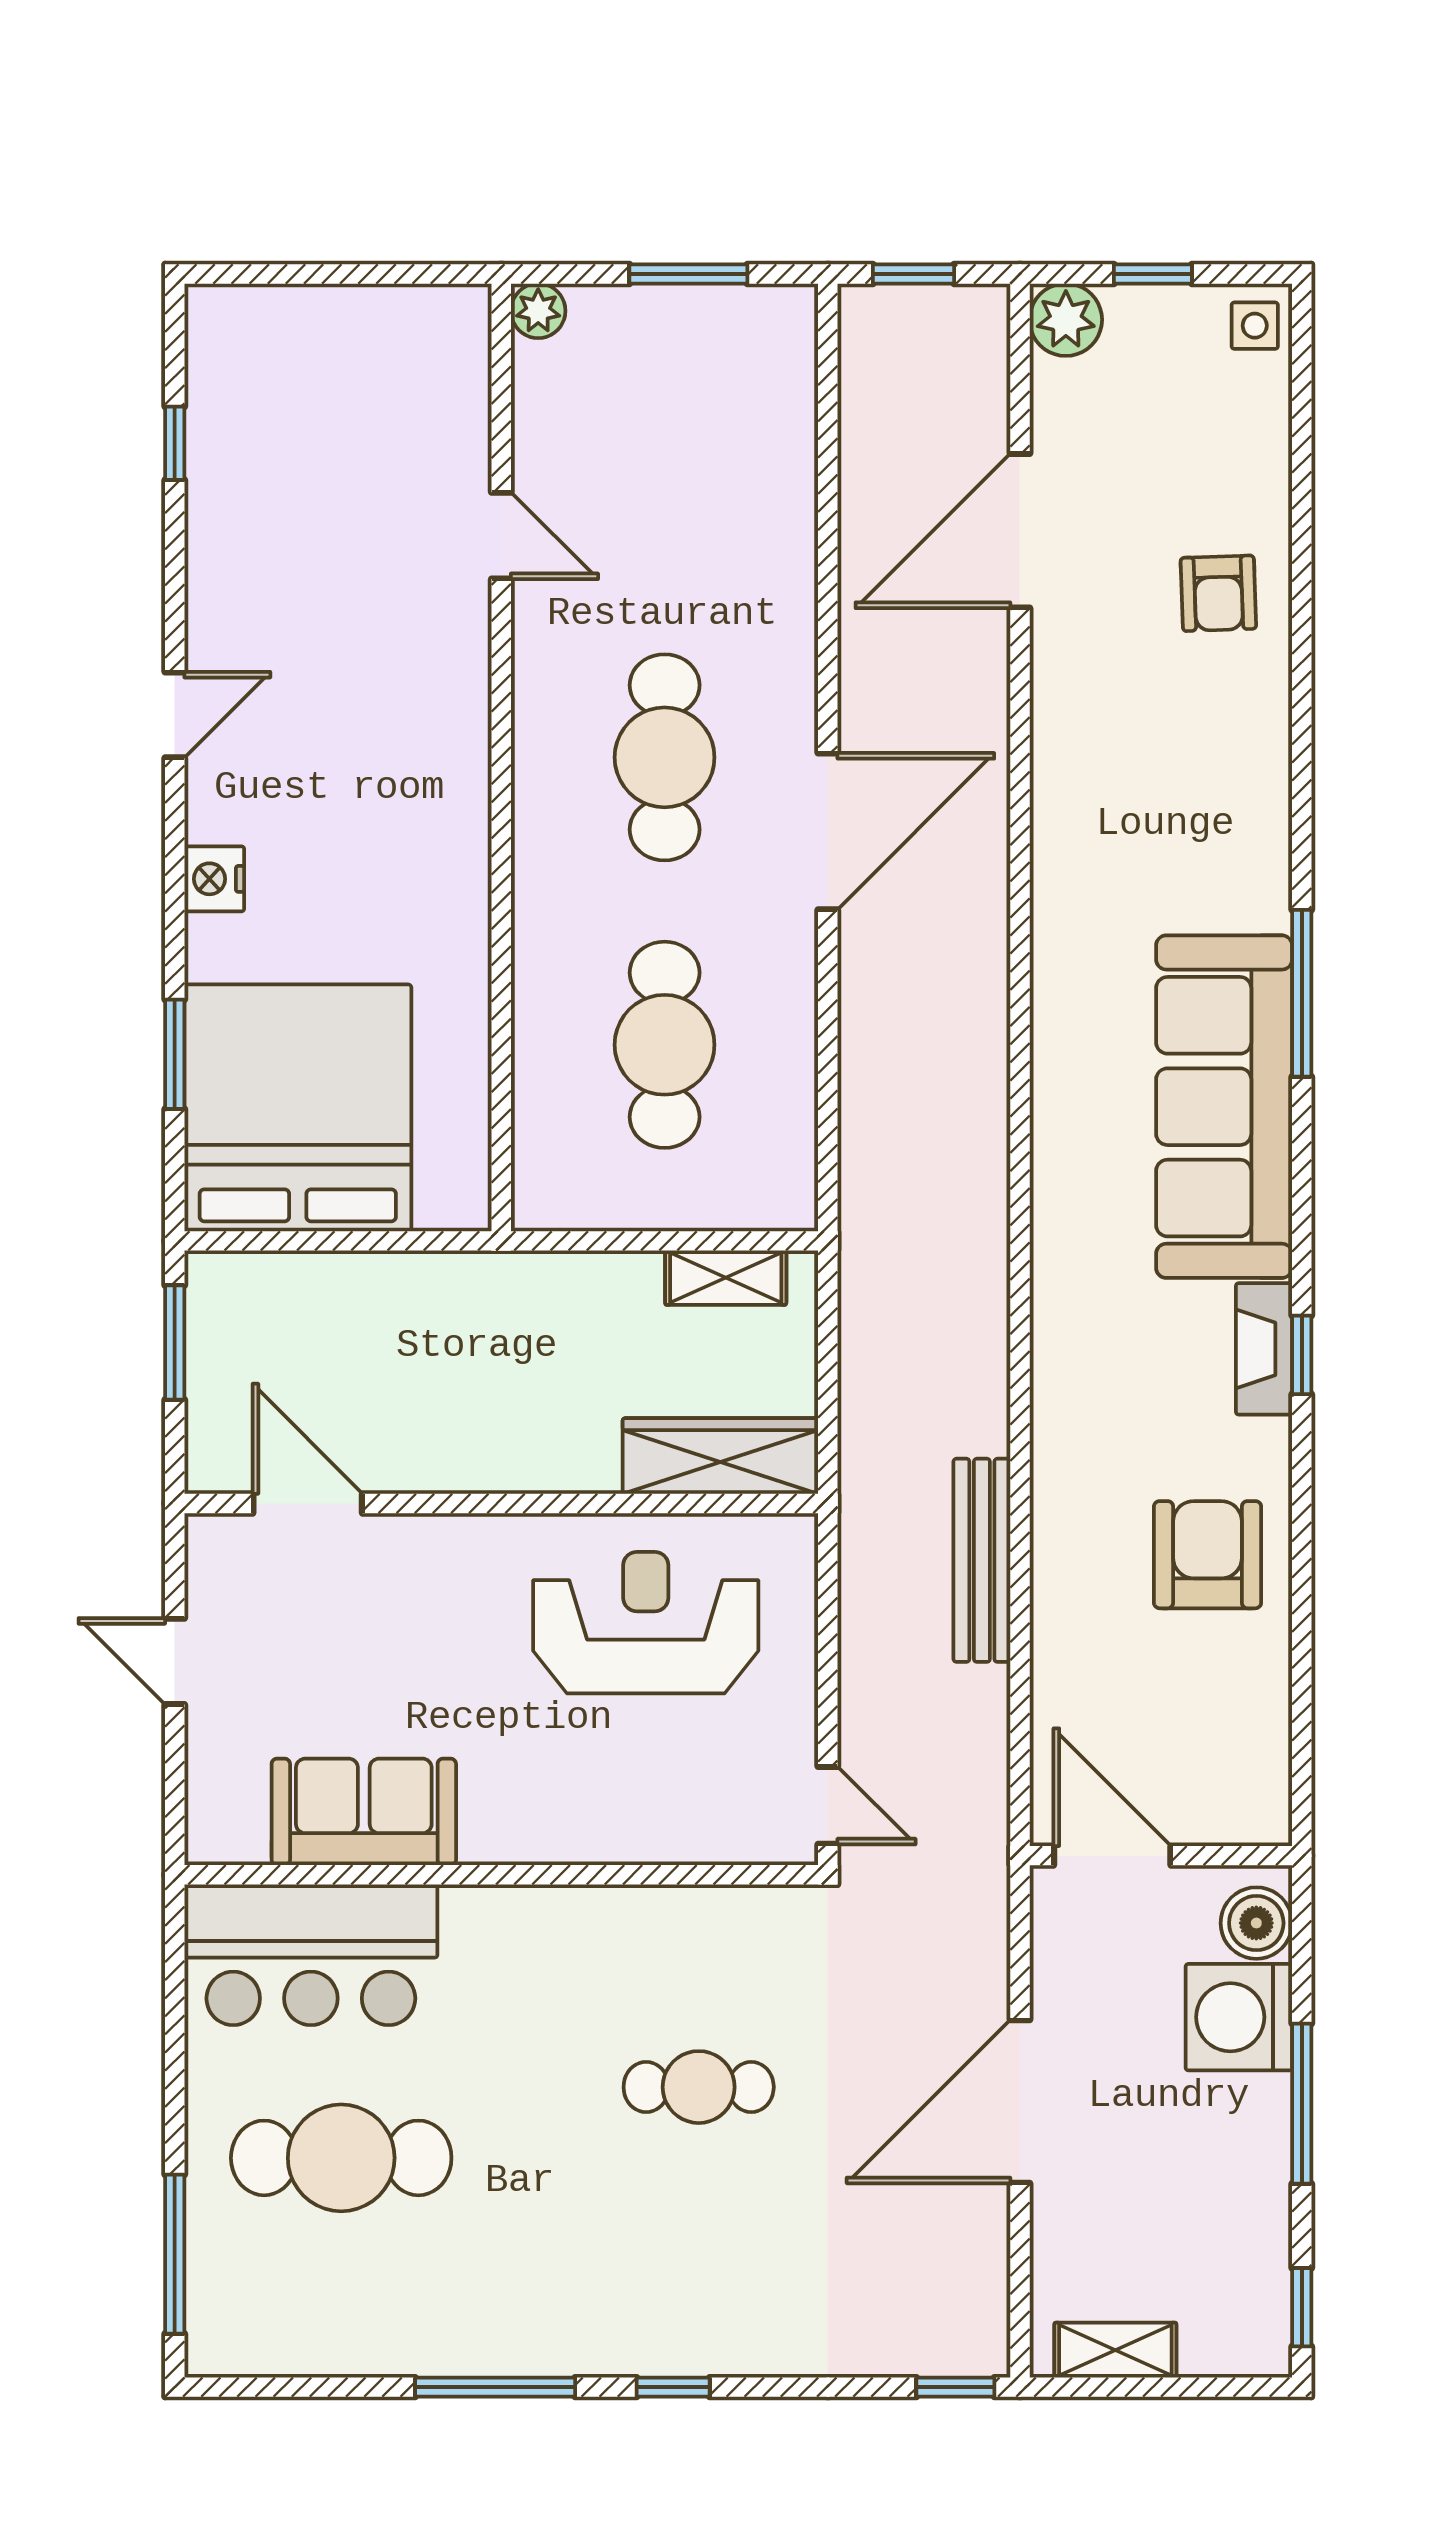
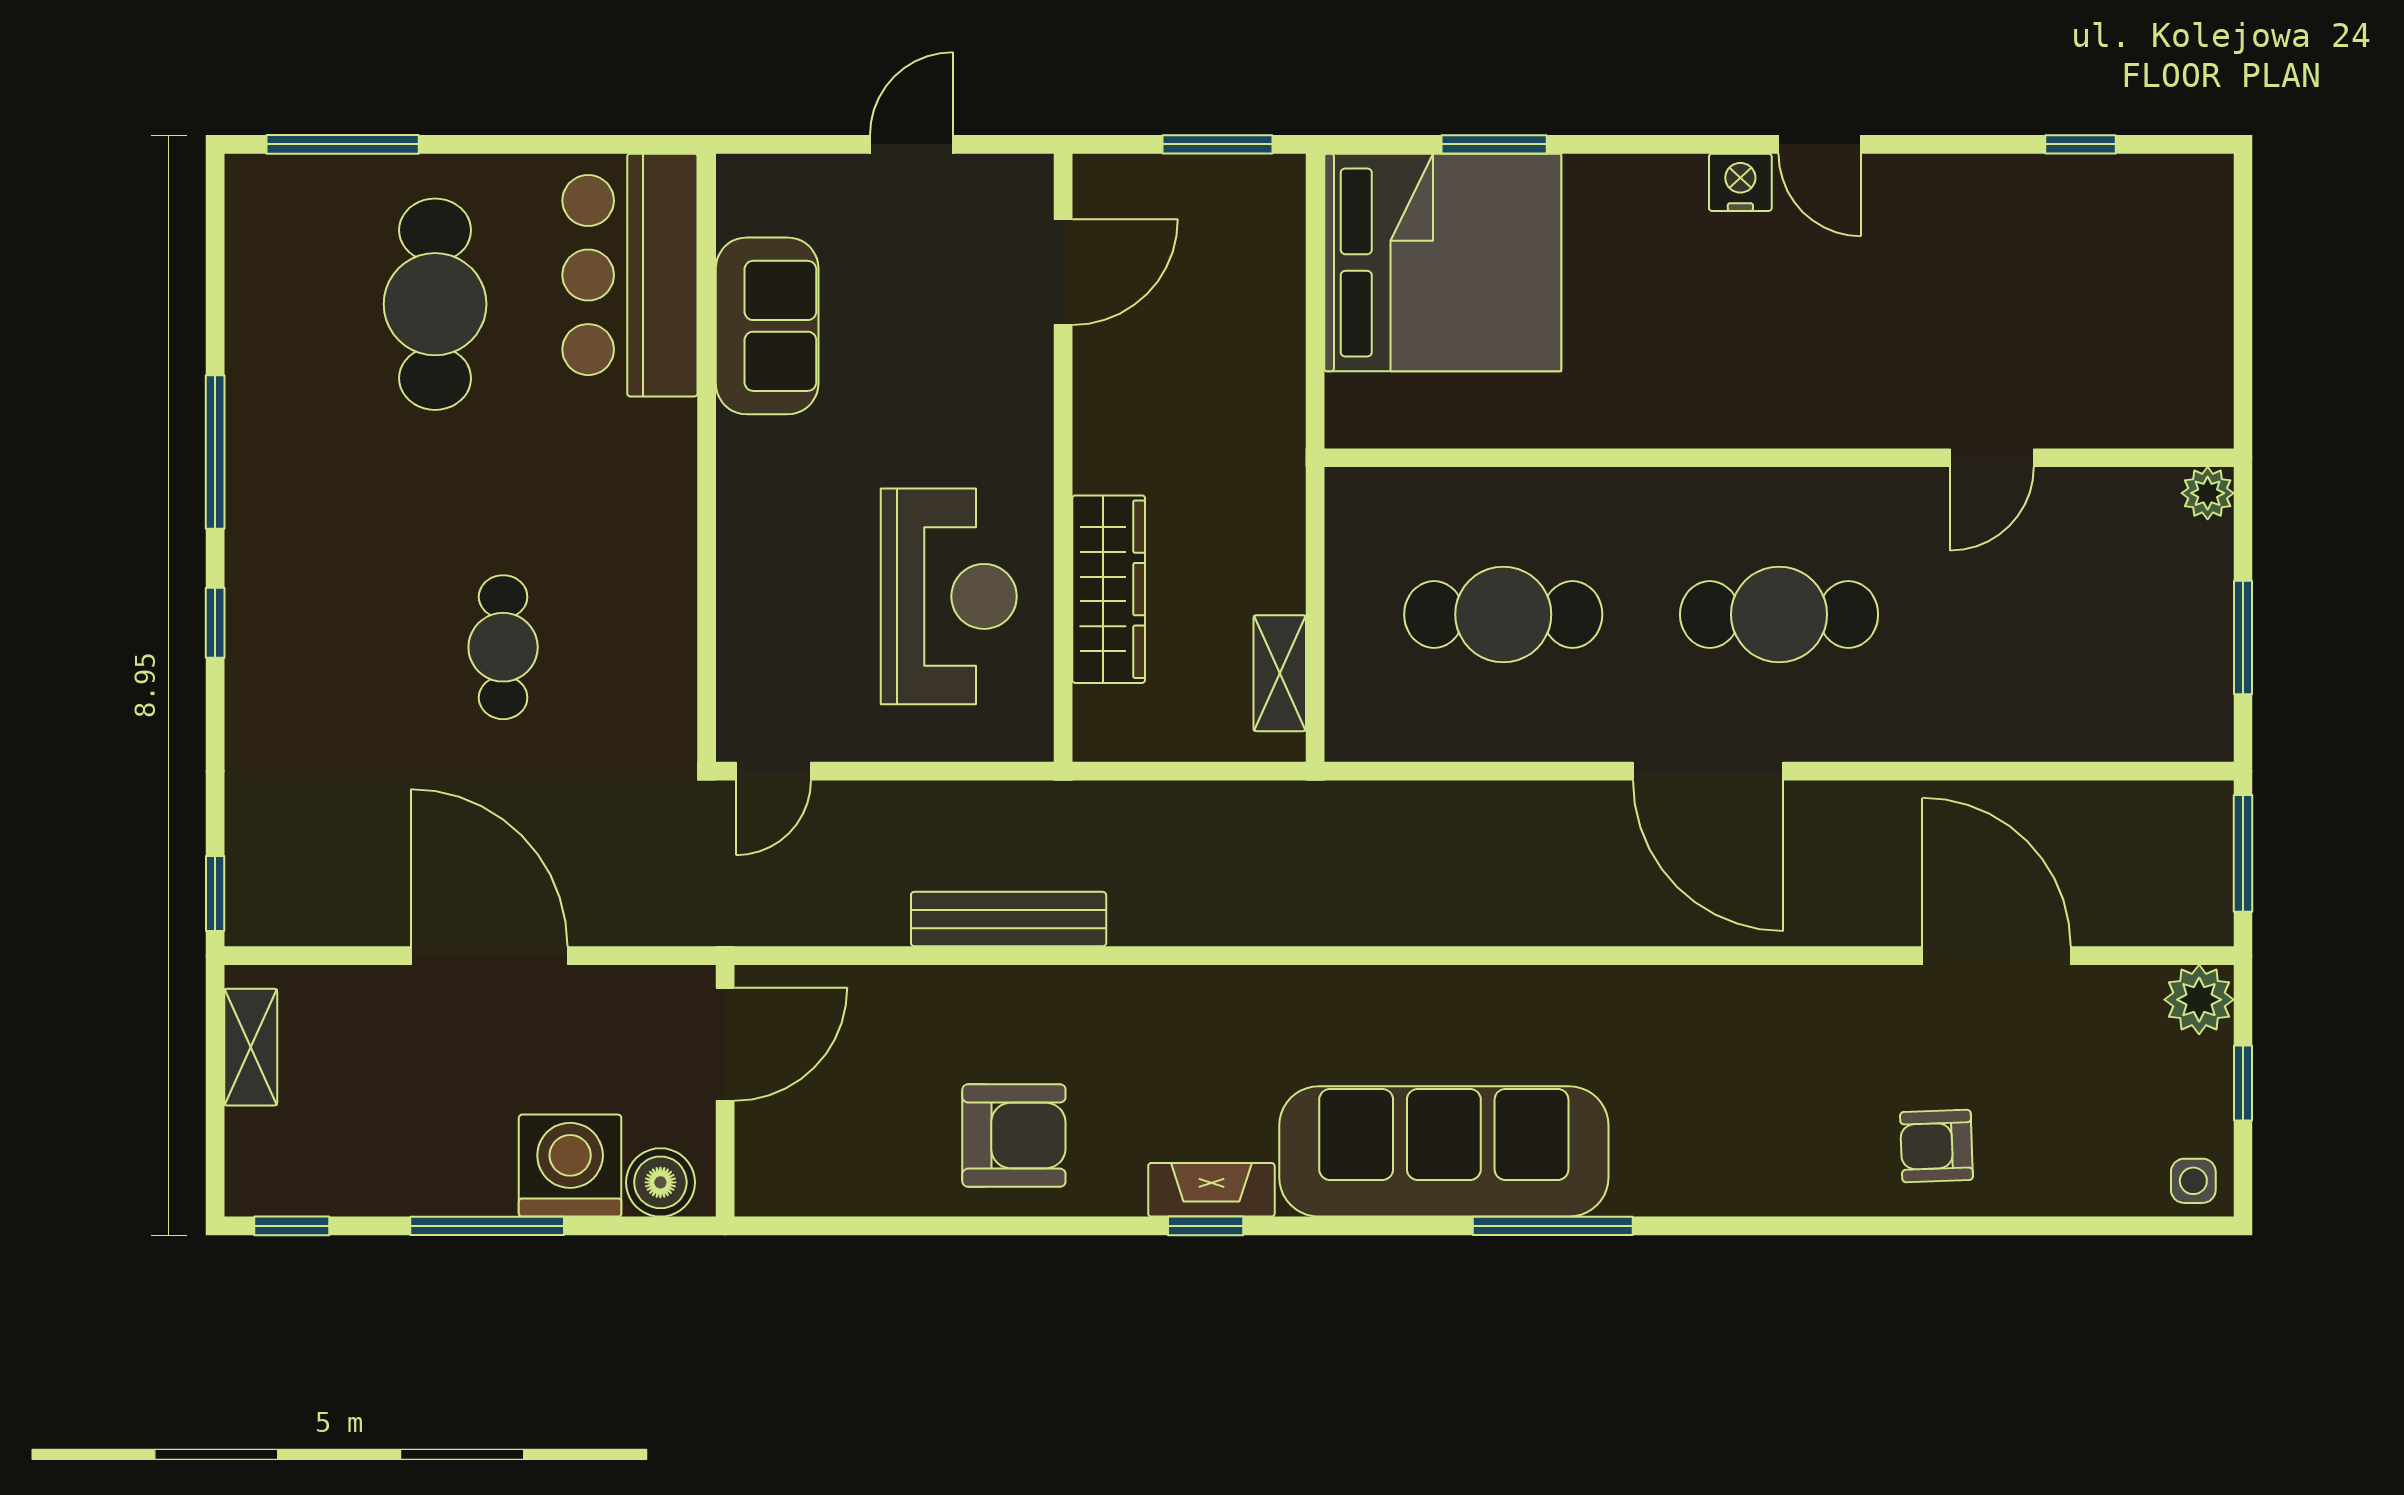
window: (913, 274) -> (2243, 853), width x1.50
nightstand: (214, 879) -> (1740, 182), moved
wardrobe: (720, 1456) -> (1109, 589), moved

